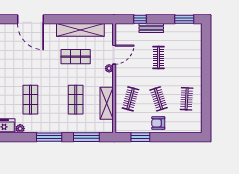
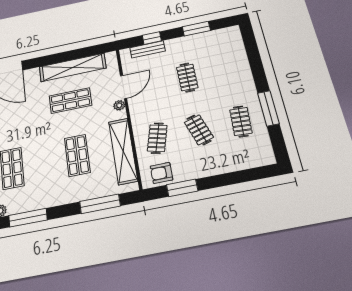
window: (184, 19) -> (196, 29), moved
bench: (151, 28) -> (148, 49), moved
window: (206, 93) -> (268, 108), added
shelving: (107, 103) -> (123, 151), width x1.47
armchair: (158, 123) -> (162, 173), moved
window: (49, 137) -> (28, 218), moved

